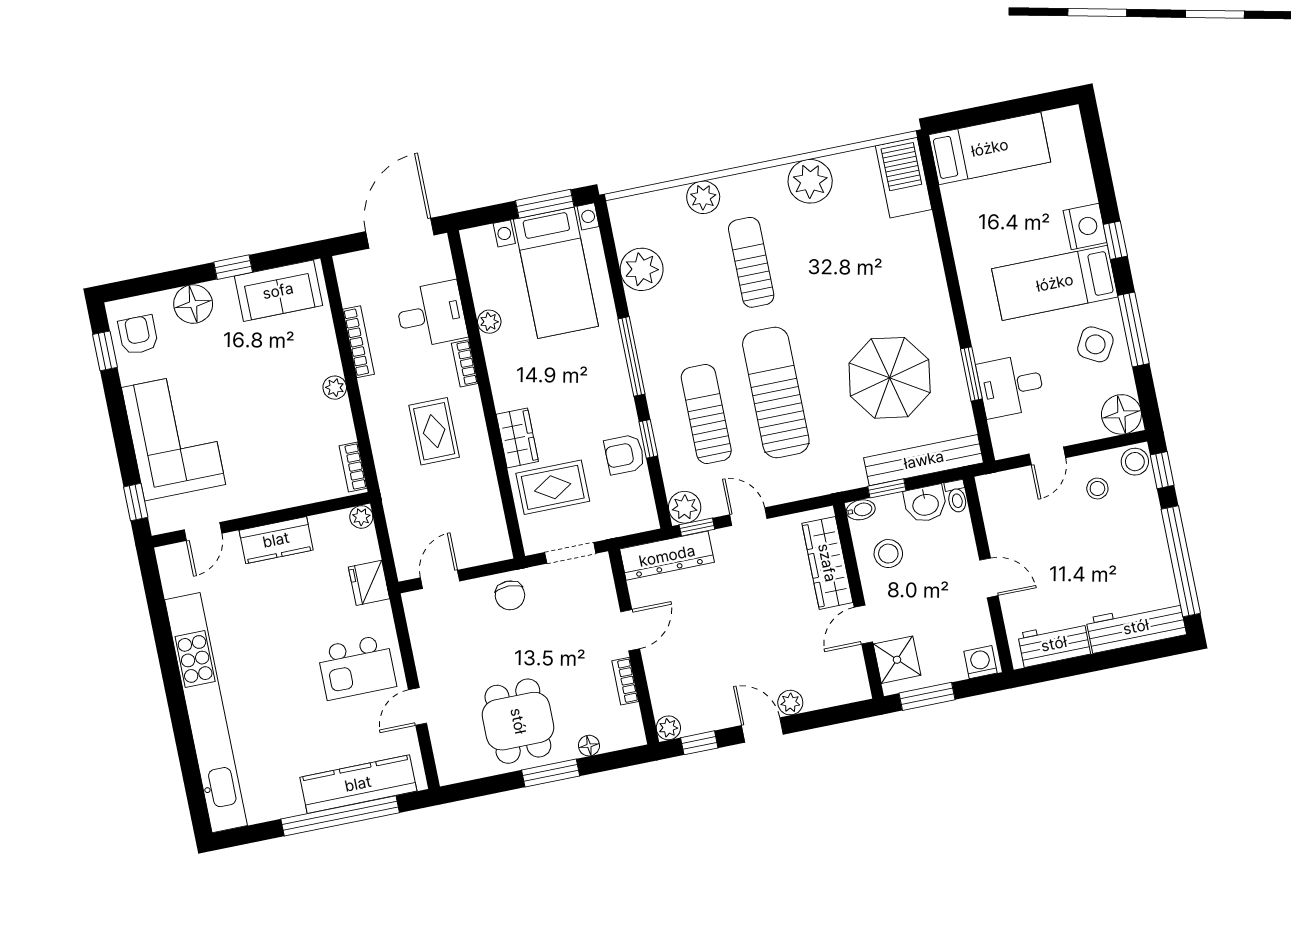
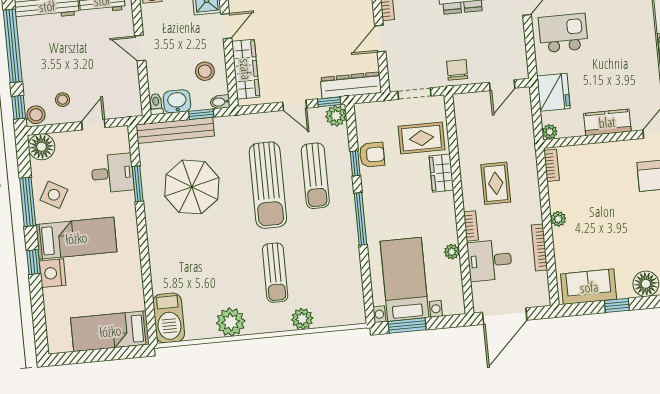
plant: (642, 269) -> (348, 276), removed
fridge: (369, 583) -> (553, 92), width x1.36, depth x1.34

